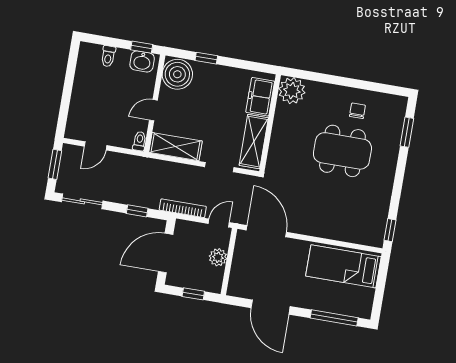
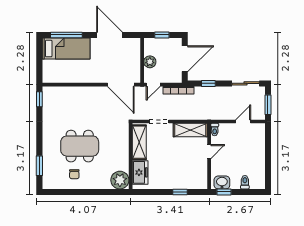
boiler: (177, 74) -> (197, 178), removed
bed: (343, 266) -> (66, 49), moved

